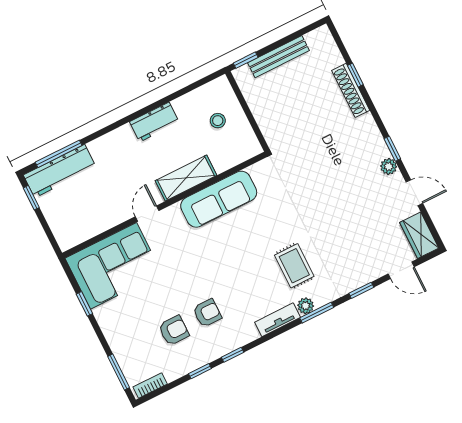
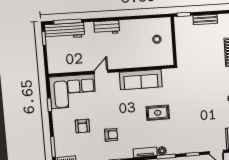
bench: (278, 57) -> (205, 20), width x0.73
workbench: (154, 122) -> (107, 27), moved
shelving: (186, 178) -> (129, 62), removed
rug: (294, 266) -> (158, 113), moved, turned 90
armchair: (174, 330) -> (82, 126), moved, turned 90

